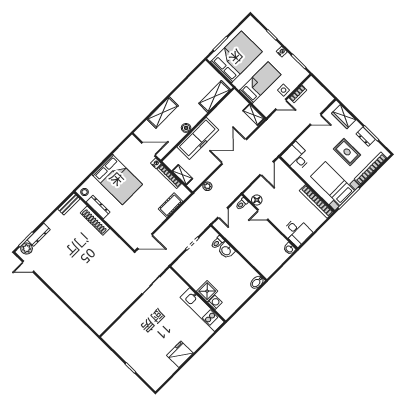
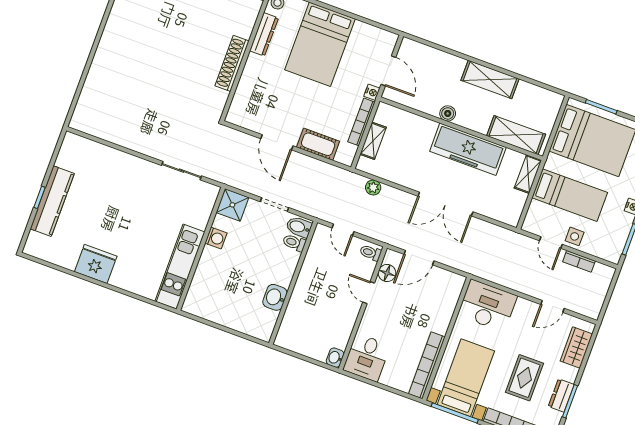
shelving: (163, 112) -> (490, 80), moved
shelving: (254, 115) -> (528, 174), moved
door: (316, 119) -> (552, 306), hinge flipped
freezer: (198, 138) -> (468, 149), moved
double door: (234, 151) -> (445, 204), swing flipped
desk: (296, 157) -> (487, 306), width x1.37
door: (267, 168) -> (419, 258), moved
door: (223, 213) -> (343, 230), hinge flipped
shoe rack: (95, 221) -> (232, 63), moved
door: (145, 241) -> (277, 142), moved
washbasin: (226, 250) -> (275, 297), moved
bidet: (257, 282) -> (299, 227), moved
shower: (207, 291) -> (232, 205), moved
washing machine: (215, 302) -> (216, 238), moved
kitchen counter: (135, 362) -> (52, 201), added

